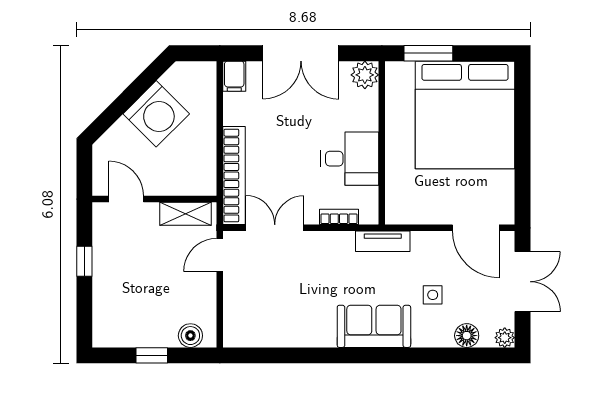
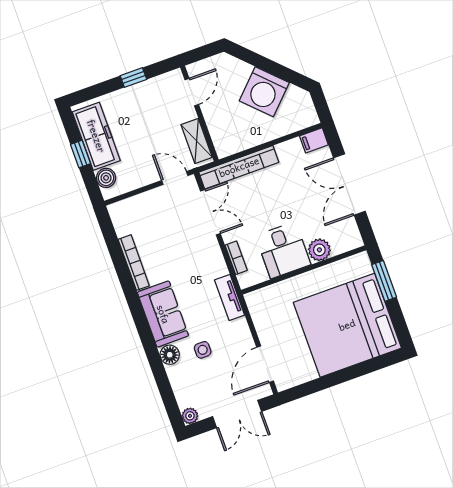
plant: (365, 75) -> (319, 250), moved
freezer: (138, 329) -> (96, 136), added
floor lamp: (467, 336) -> (170, 355), moved
bookcase: (301, 339) -> (134, 263), added

